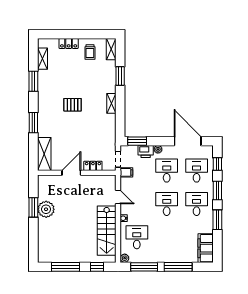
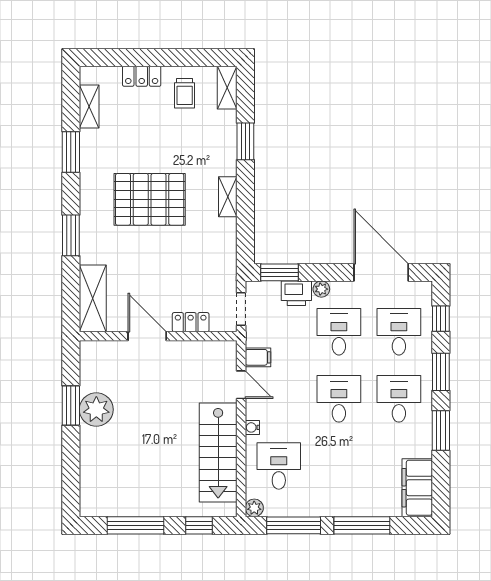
pallet: (73, 105) -> (150, 199), width x2.05, depth x2.00
filing cabinet: (126, 172) -> (258, 357), moved
door: (71, 173) -> (147, 336), hinge flipped

